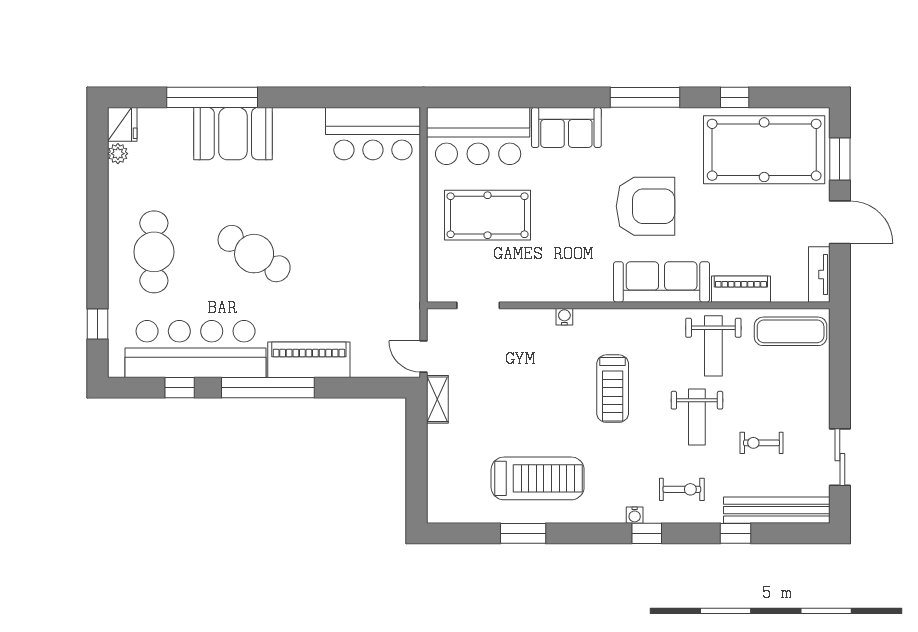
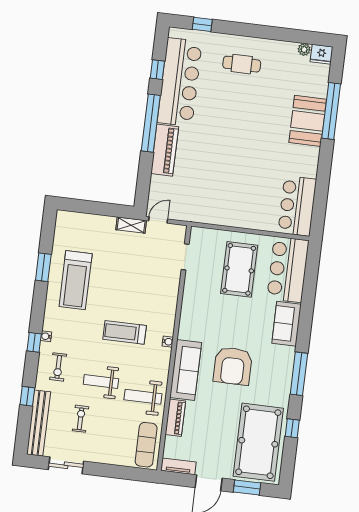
cafe table: (154, 252) -> (242, 64), width x0.73, depth x0.74
cafe table: (254, 254) -> (233, 125), removed
water cooler: (564, 317) -> (168, 342), moved

